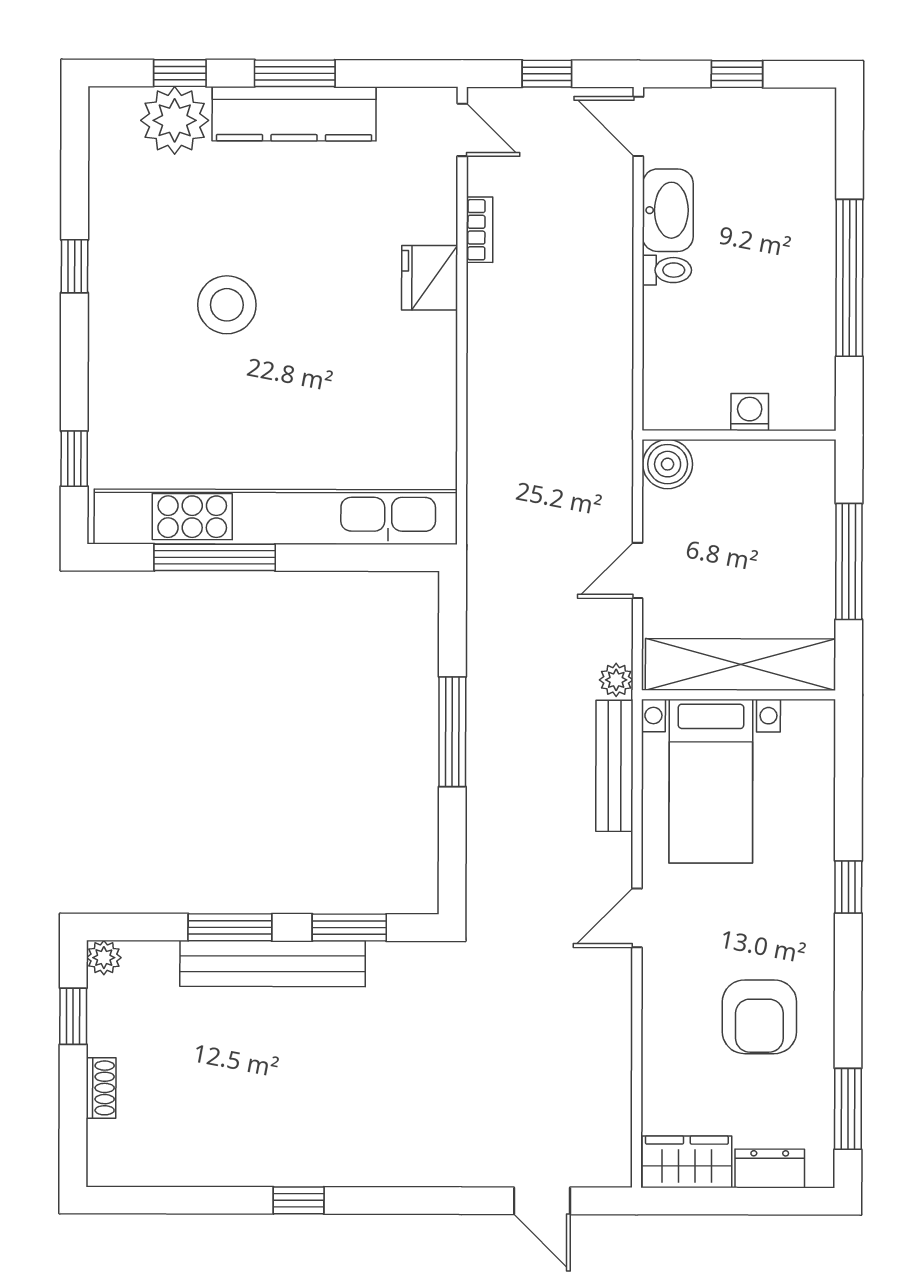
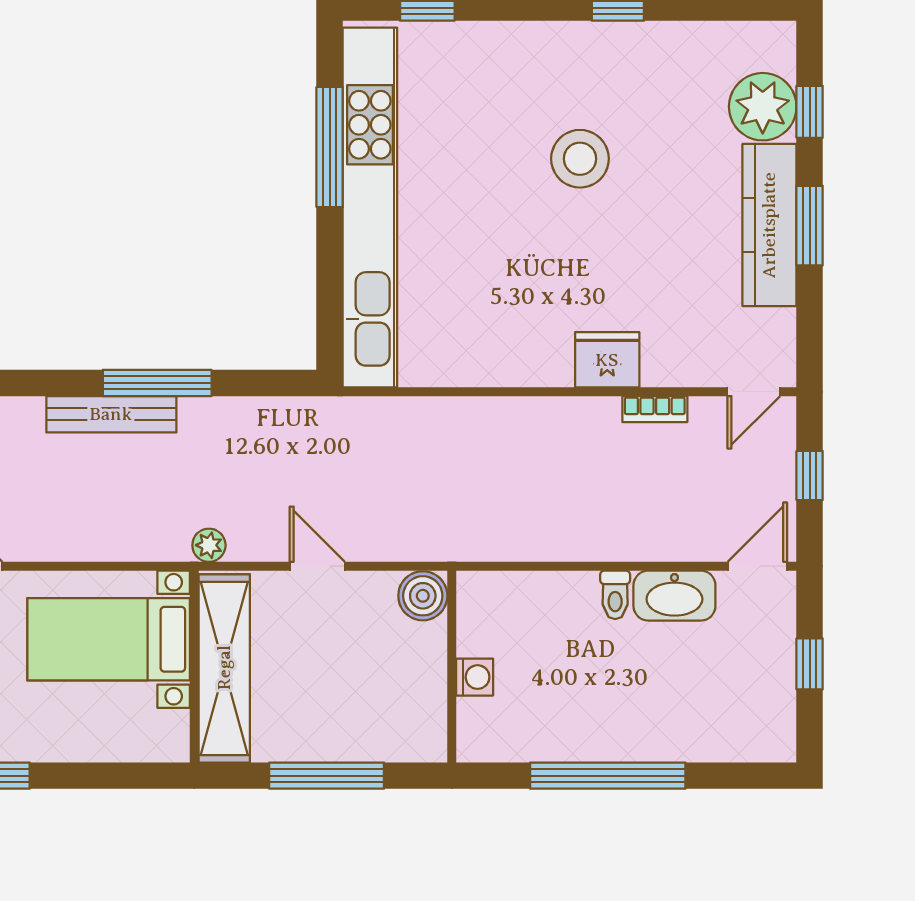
bench: (614, 766) -> (111, 414), moved

